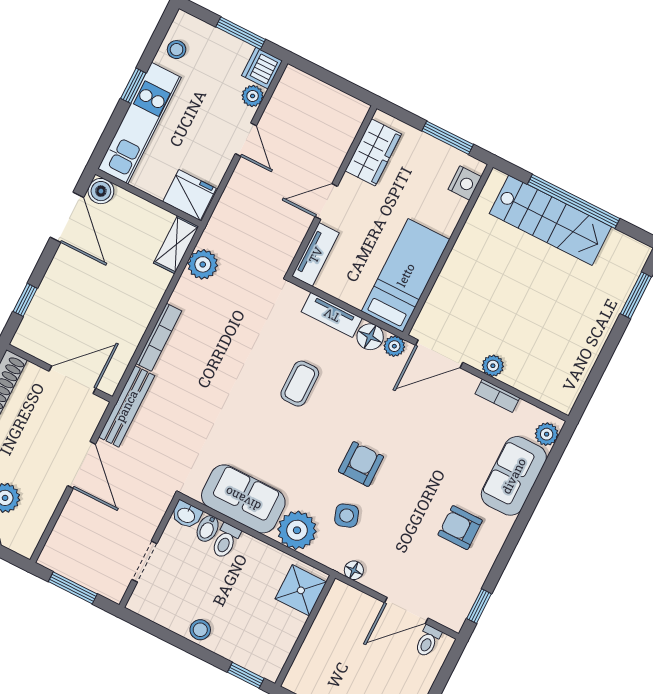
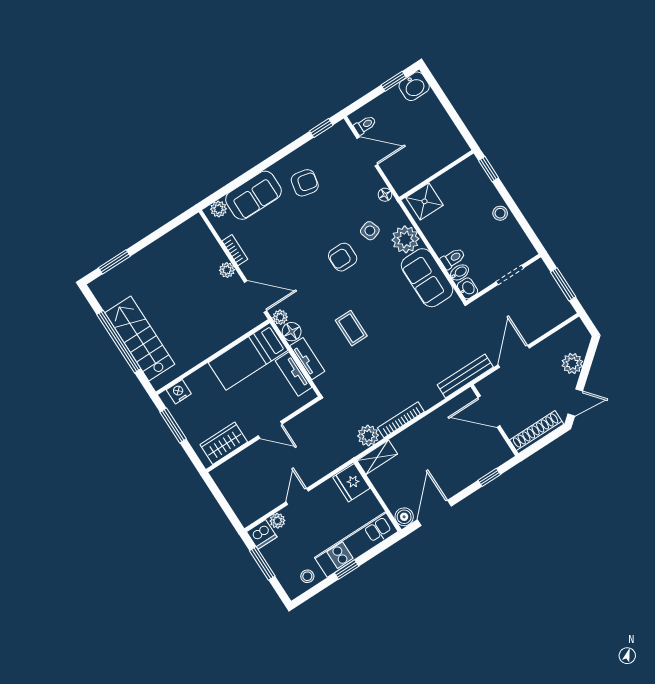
tv unit: (316, 255) -> (294, 374), moved, turned -90
bookcase: (159, 337) -> (401, 420), moved
coffee table: (300, 384) -> (351, 328), turned 90
armchair: (460, 528) -> (305, 183), turned -78

